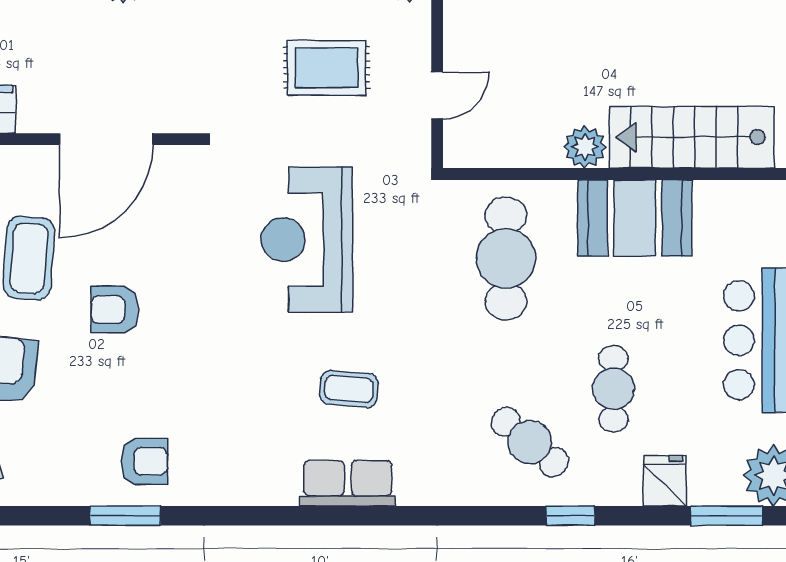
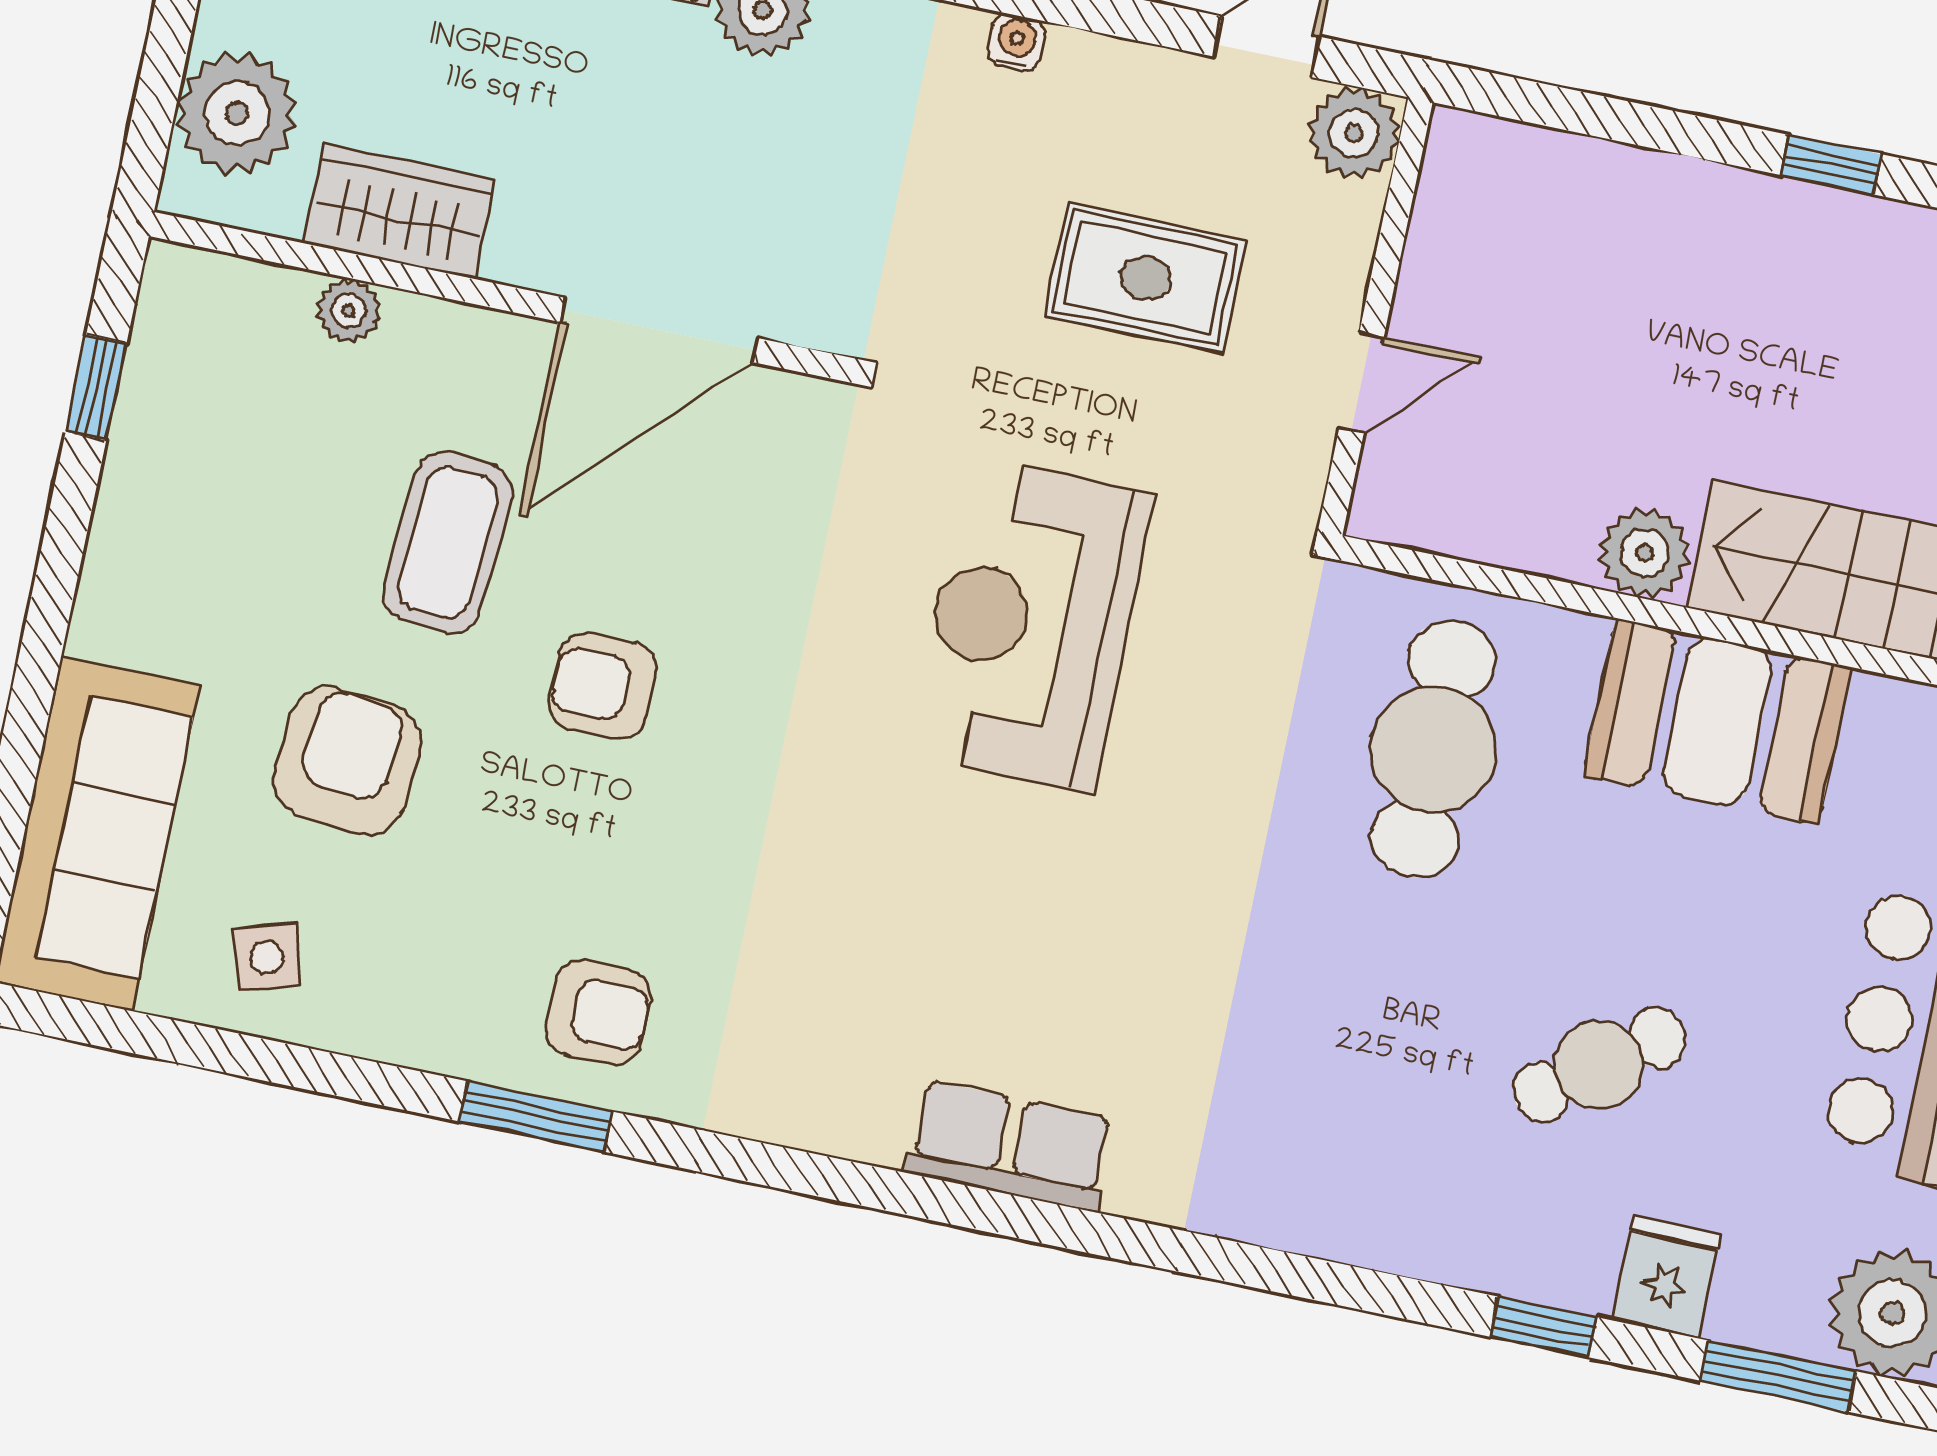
coffee table: (349, 389) -> (1053, 951), removed
cafe table: (613, 389) -> (1599, 1065), turned 53
cafe table: (530, 442) -> (1403, 1139), removed
window: (570, 516) -> (1544, 1327), moved

